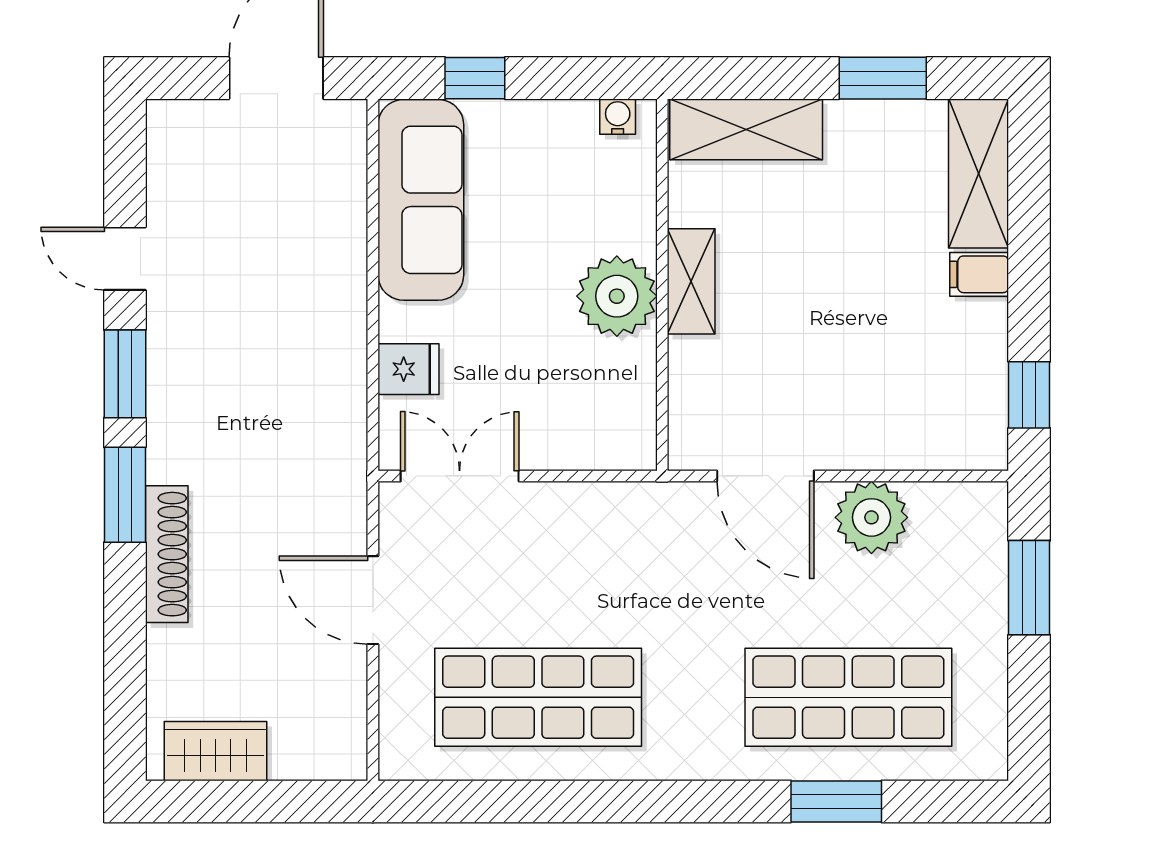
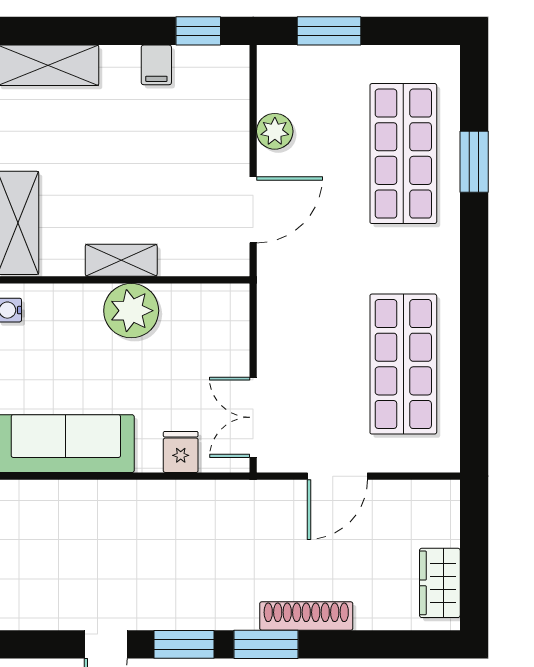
filing cabinet: (979, 274) -> (156, 65), moved
plant: (871, 517) -> (275, 131), width x0.73, depth x0.73

